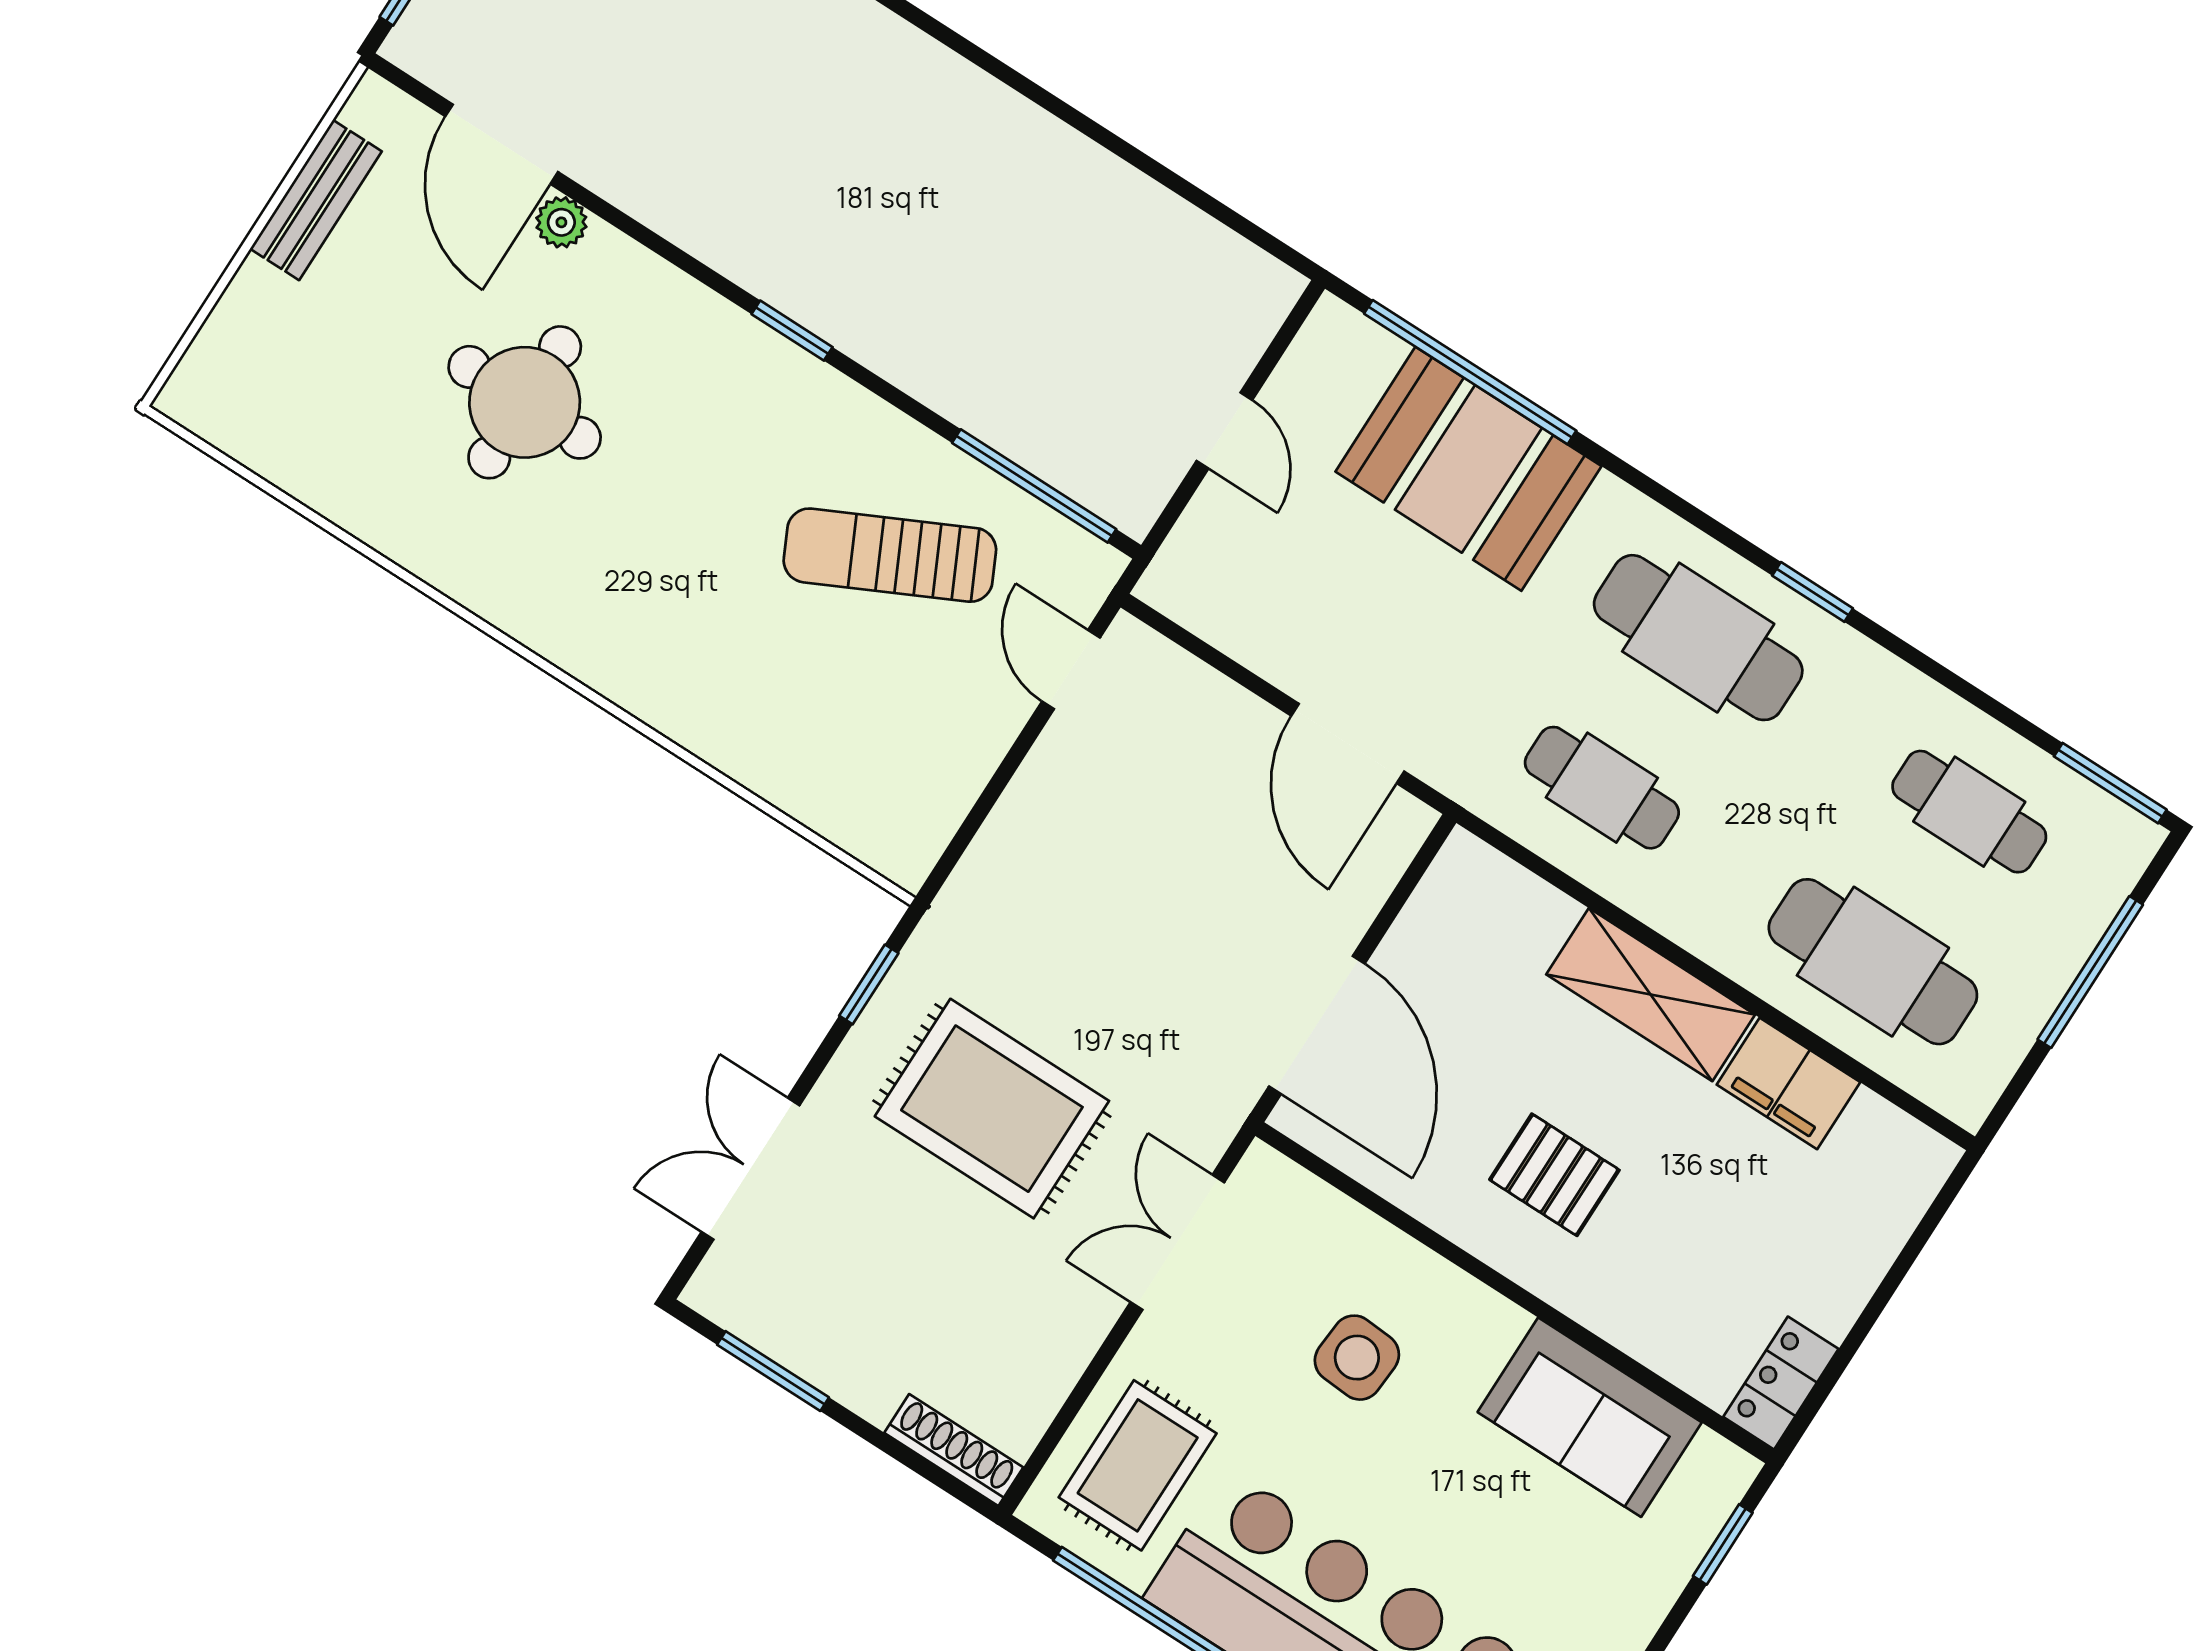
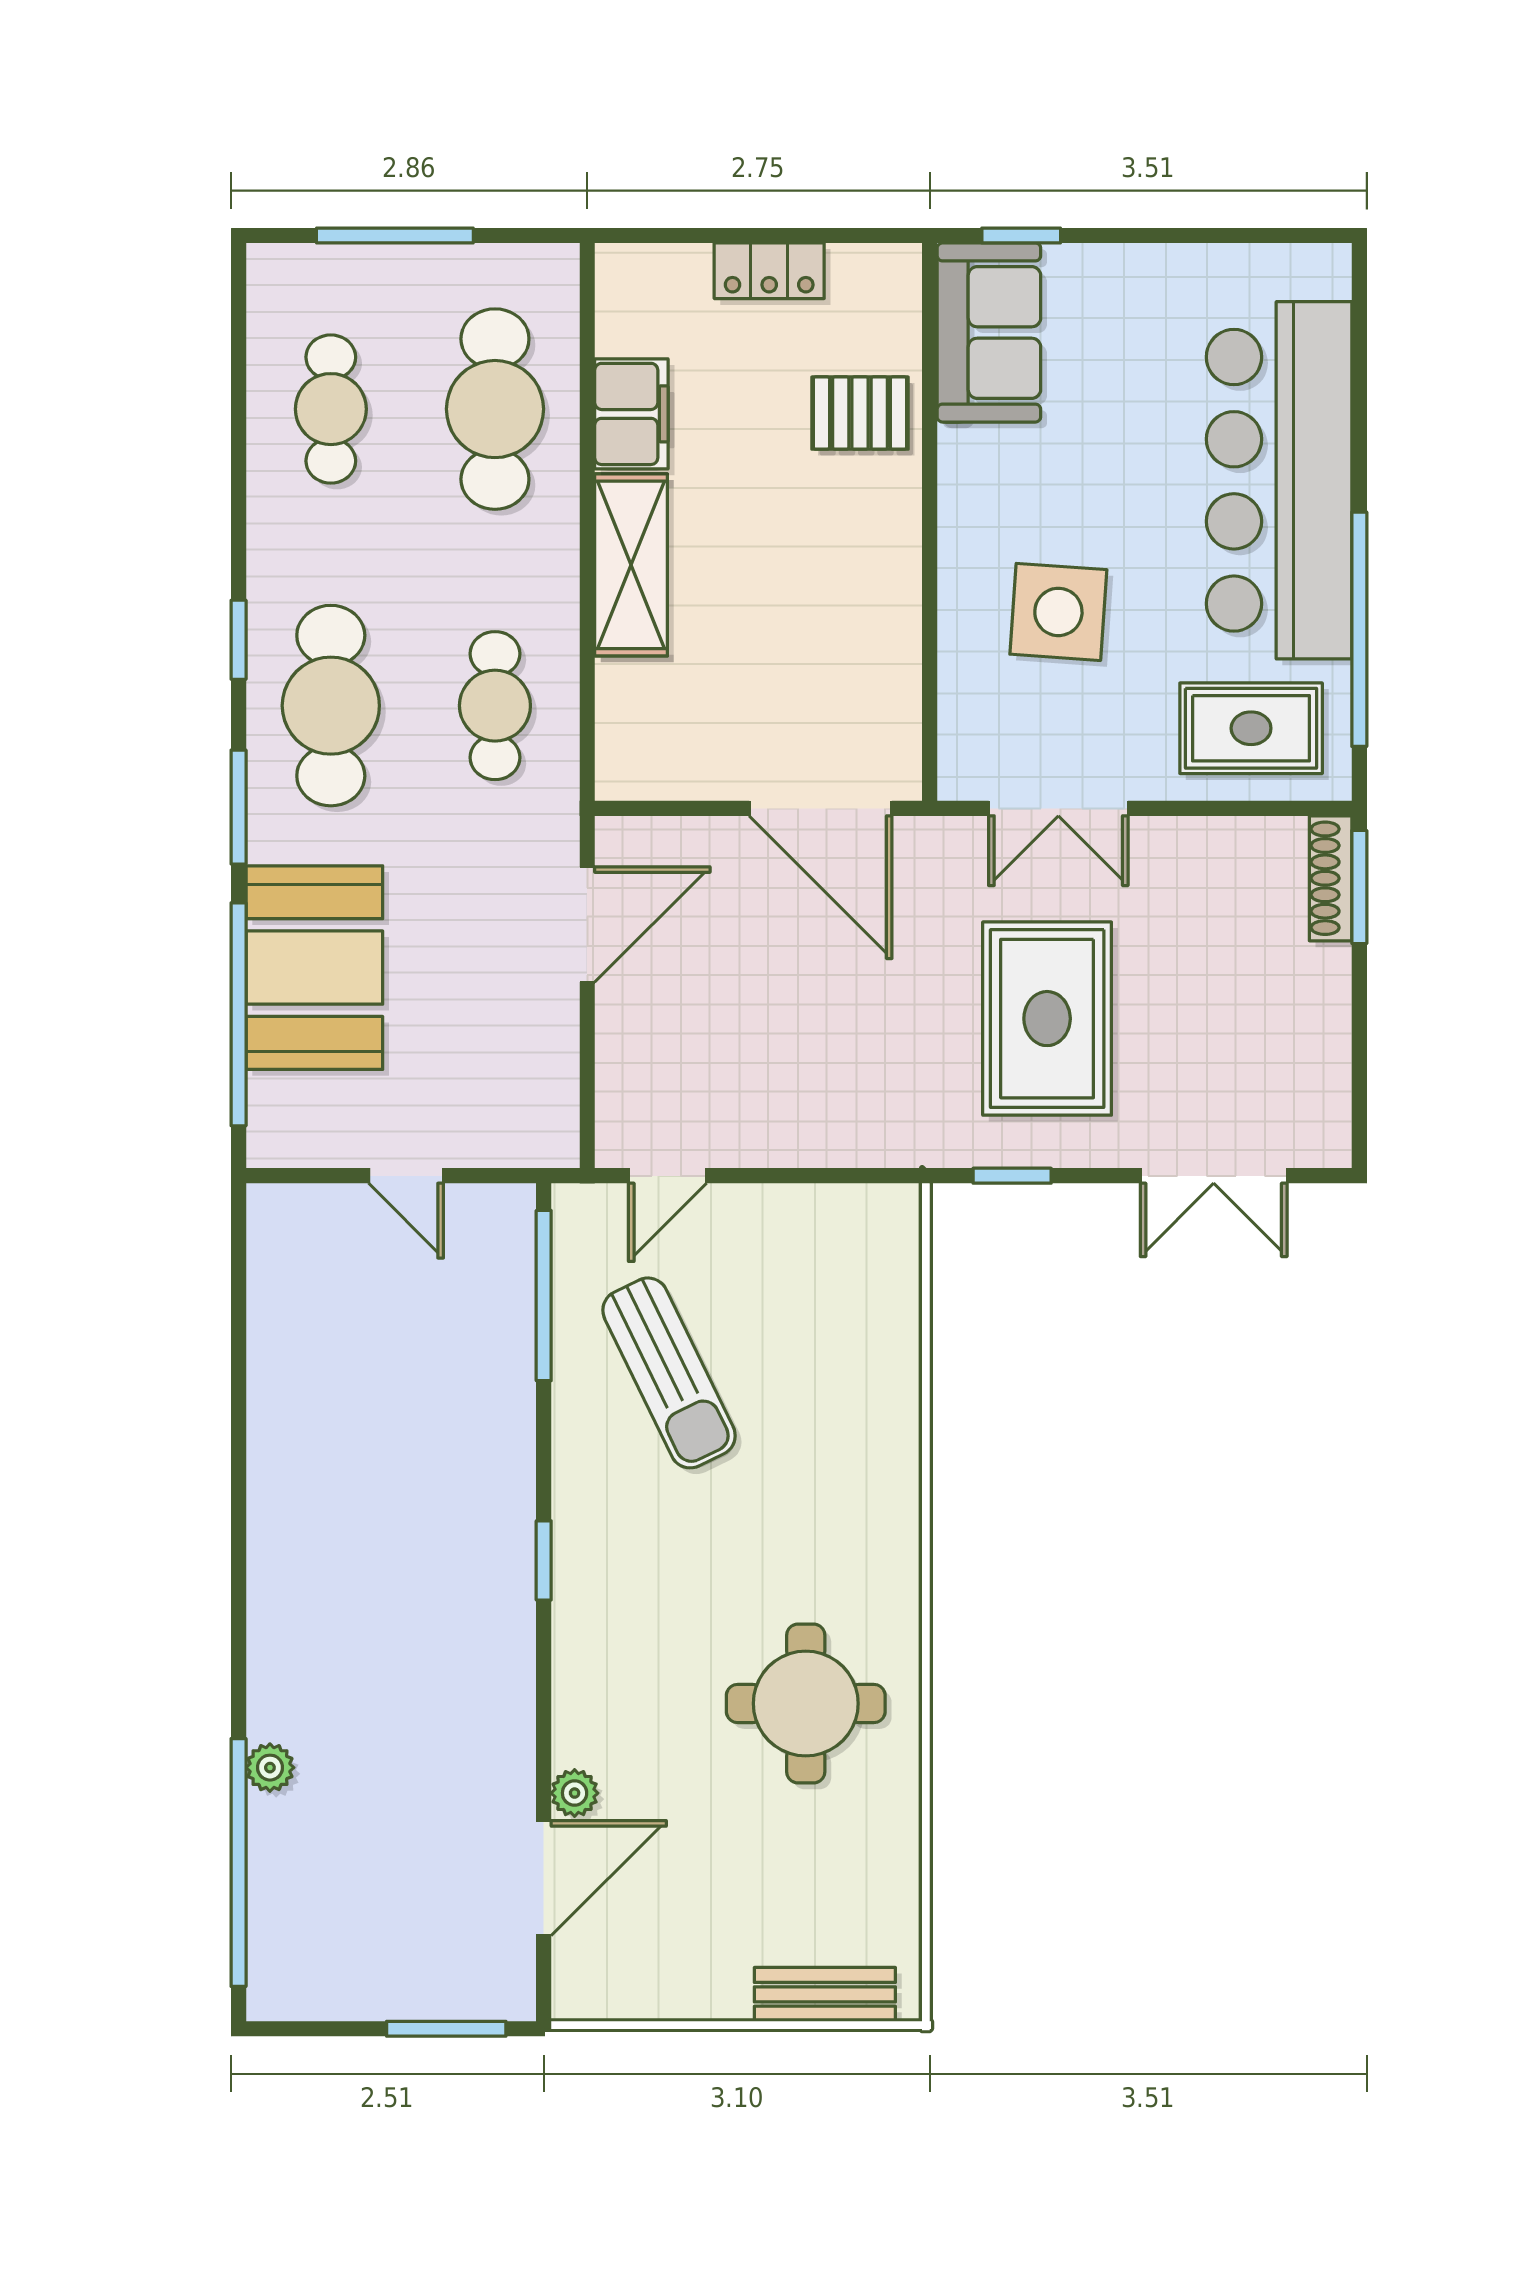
bench: (316, 200) -> (825, 1994), moved
round table: (525, 402) -> (806, 1703), moved
door: (1224, 431) -> (406, 1176), swing flipped
window: (2110, 783) -> (239, 807), moved
door: (1317, 1025) -> (821, 808), swing flipped
pallet: (1554, 1175) -> (860, 413), moved, turned 90
side table: (1357, 1358) -> (1058, 612), width x1.37, depth x1.37
window: (773, 1371) -> (1359, 887), moved
locker: (1781, 1383) -> (769, 271), moved
sofa: (1590, 1417) -> (989, 332), moved

